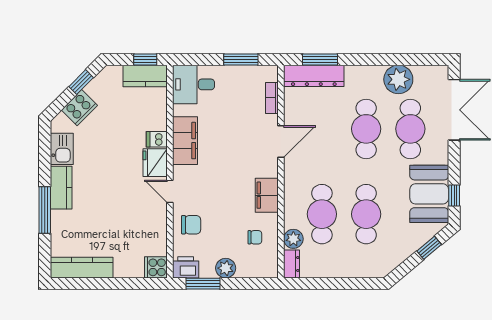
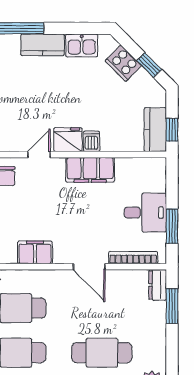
dresser: (314, 76) -> (158, 285), width x0.51, depth x0.80
desk: (193, 84) -> (145, 213), moved, turned 90
bookcase: (272, 98) -> (133, 258), width x1.56

